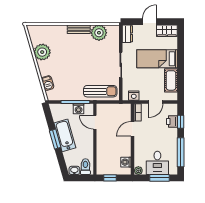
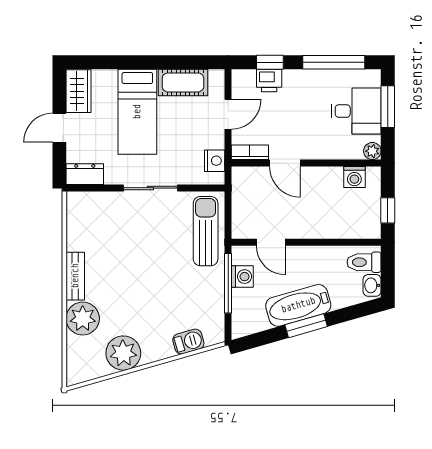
door: (149, 22) -> (59, 128), hinge flipped
plant: (99, 33) -> (83, 319), moved
door: (156, 102) -> (228, 114), hinge flipped
door: (95, 122) -> (271, 242), hinge flipped

